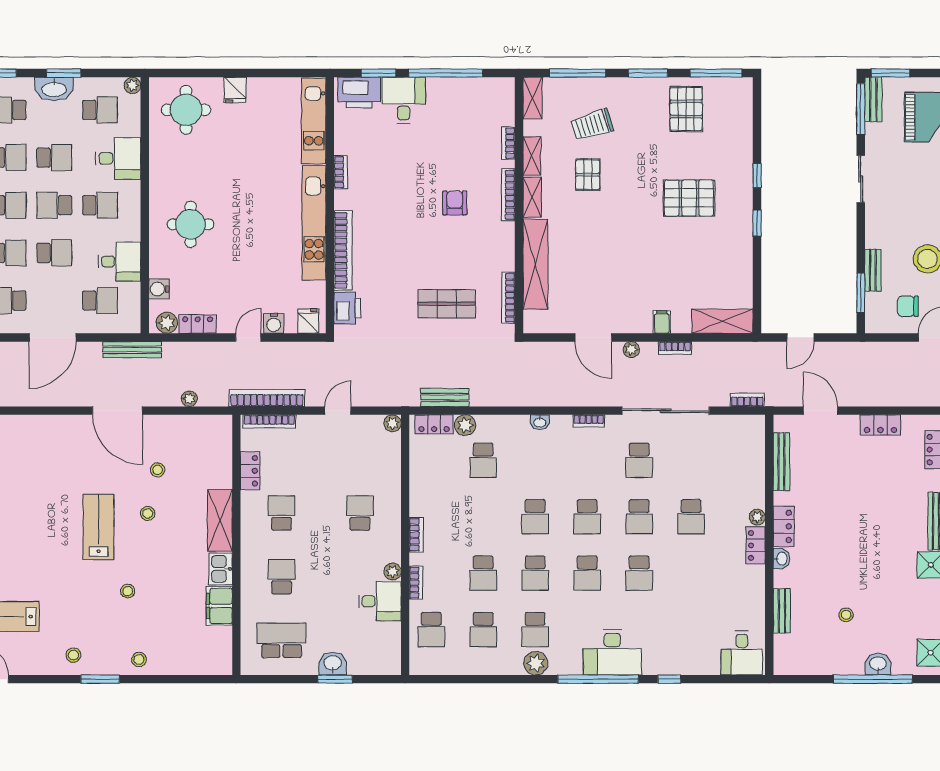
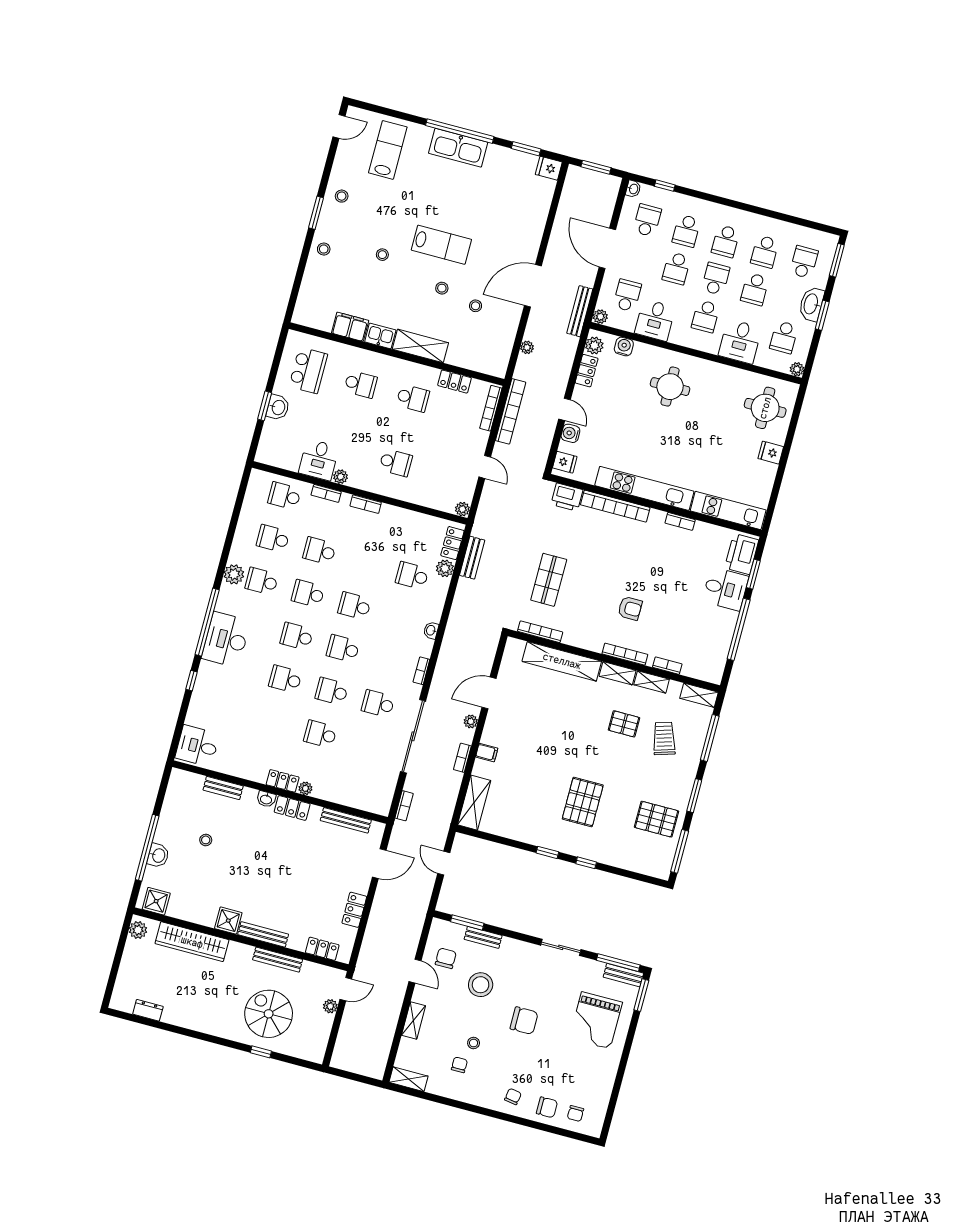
school desk: (100, 301) -> (627, 295), turned 180
plant: (132, 325) -> (600, 317), added

